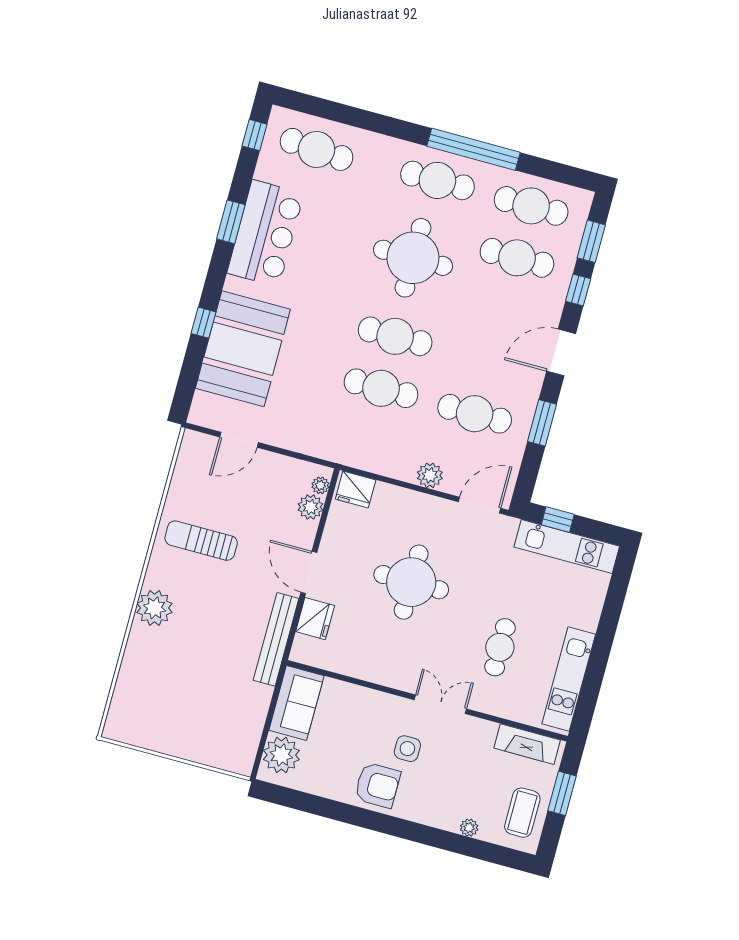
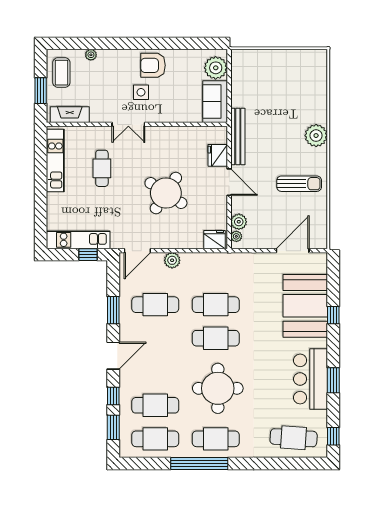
door: (239, 440) -> (293, 251), width x1.36
round table: (411, 582) -> (166, 193), turned 33

